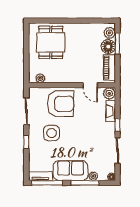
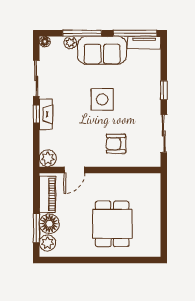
dining table: (51, 42) -> (112, 224), moved
plant: (40, 78) -> (144, 180), removed
door: (90, 85) -> (74, 170), swing flipped
armchair: (60, 104) -> (116, 144), width x0.53, depth x0.53
fireplace: (111, 111) -> (46, 114), moved
side table: (51, 133) -> (102, 99), moved

